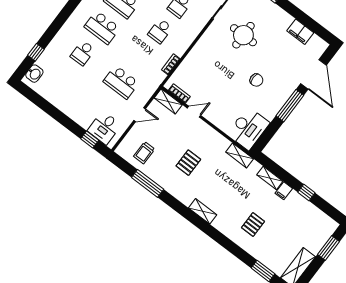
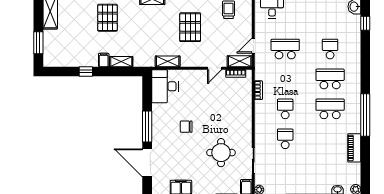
door: (140, 115) -> (253, 46), moved
shelving: (240, 155) -> (168, 61), moved
pallet: (188, 163) -> (190, 27), width x1.50, depth x1.42
pallet: (253, 225) -> (107, 18), width x1.50, depth x1.42

